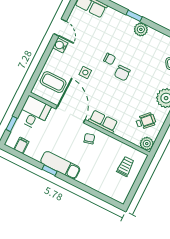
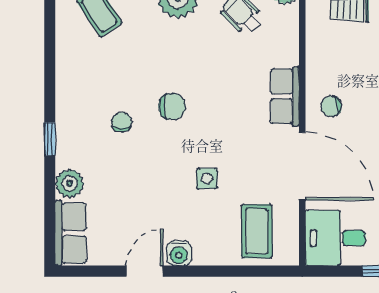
plant: (141, 29) -> (70, 183), moved
chair: (110, 59) -> (122, 122), moved
door: (71, 114) -> (302, 166), swing flipped

